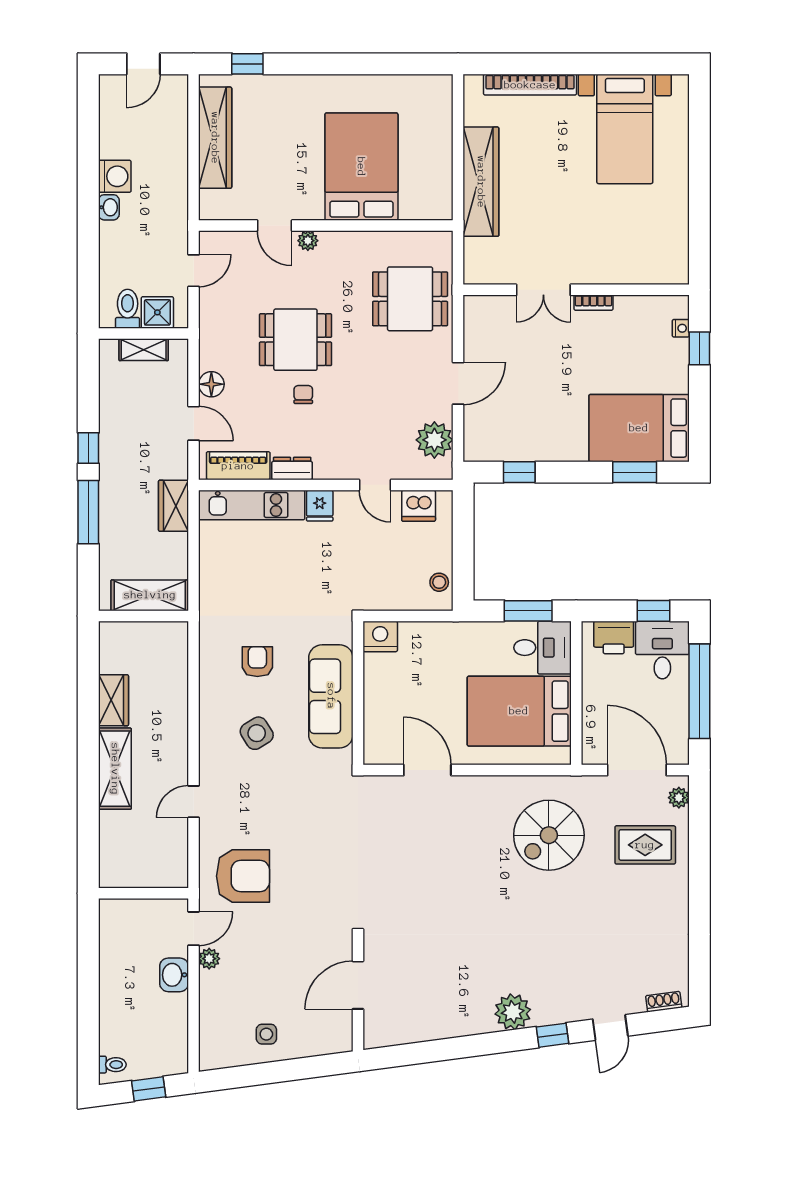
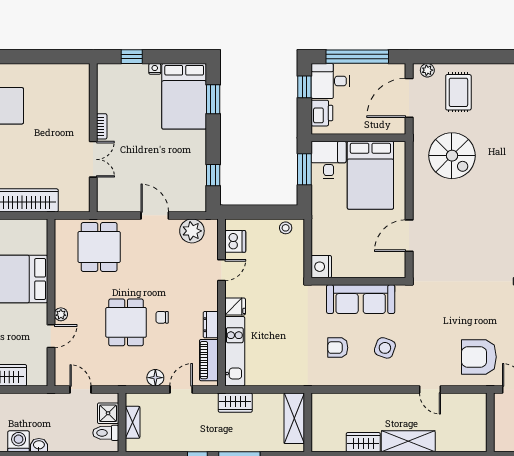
nightstand: (681, 328) -> (155, 69), moved
side table: (257, 733) -> (385, 348), turned -38
armchair: (243, 876) -> (479, 357), turned -90

